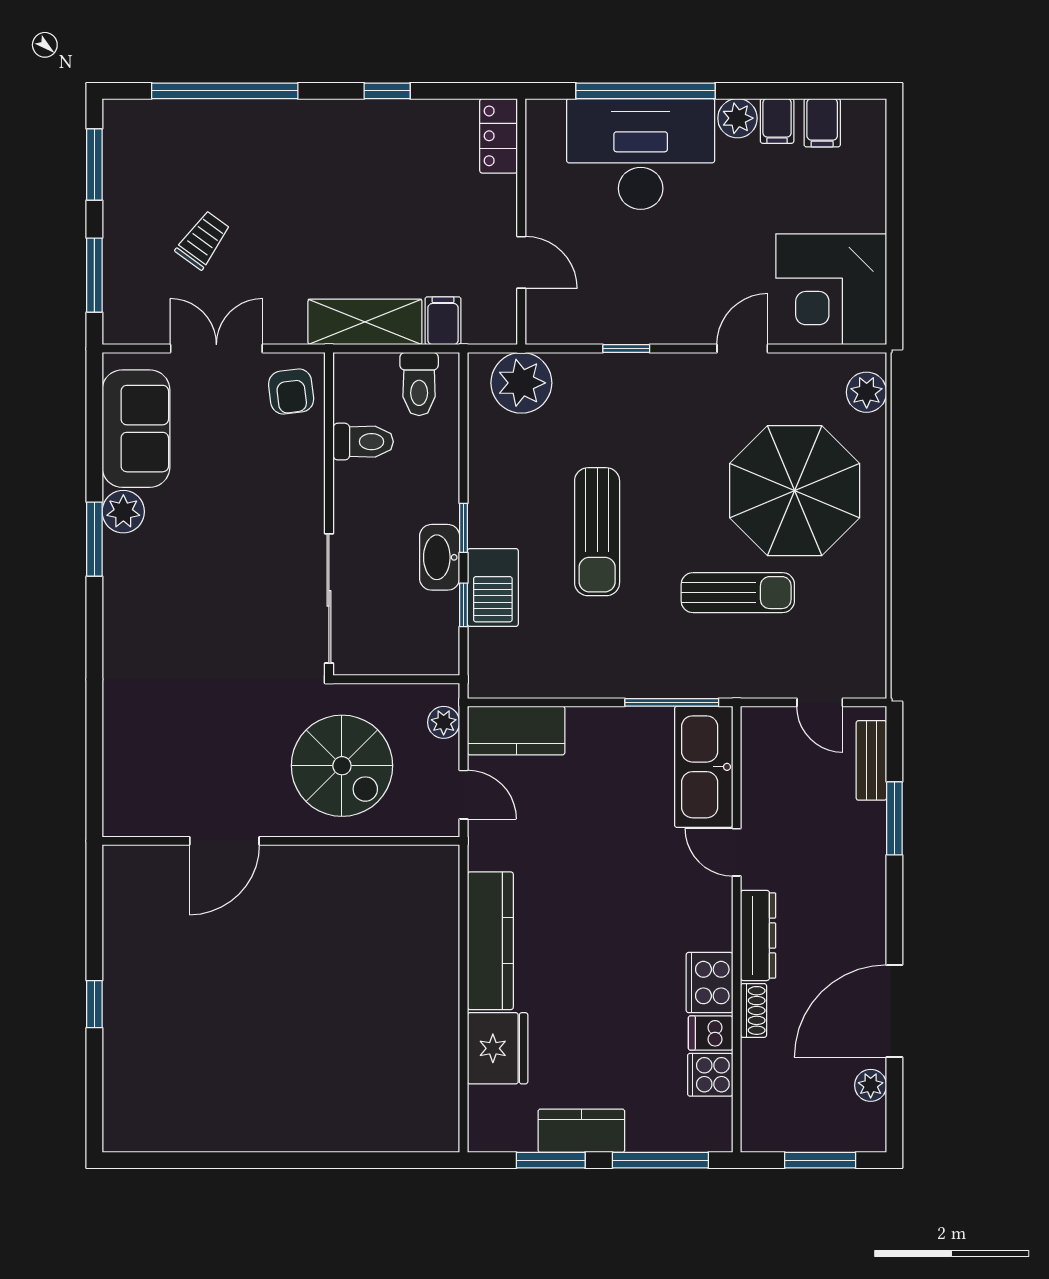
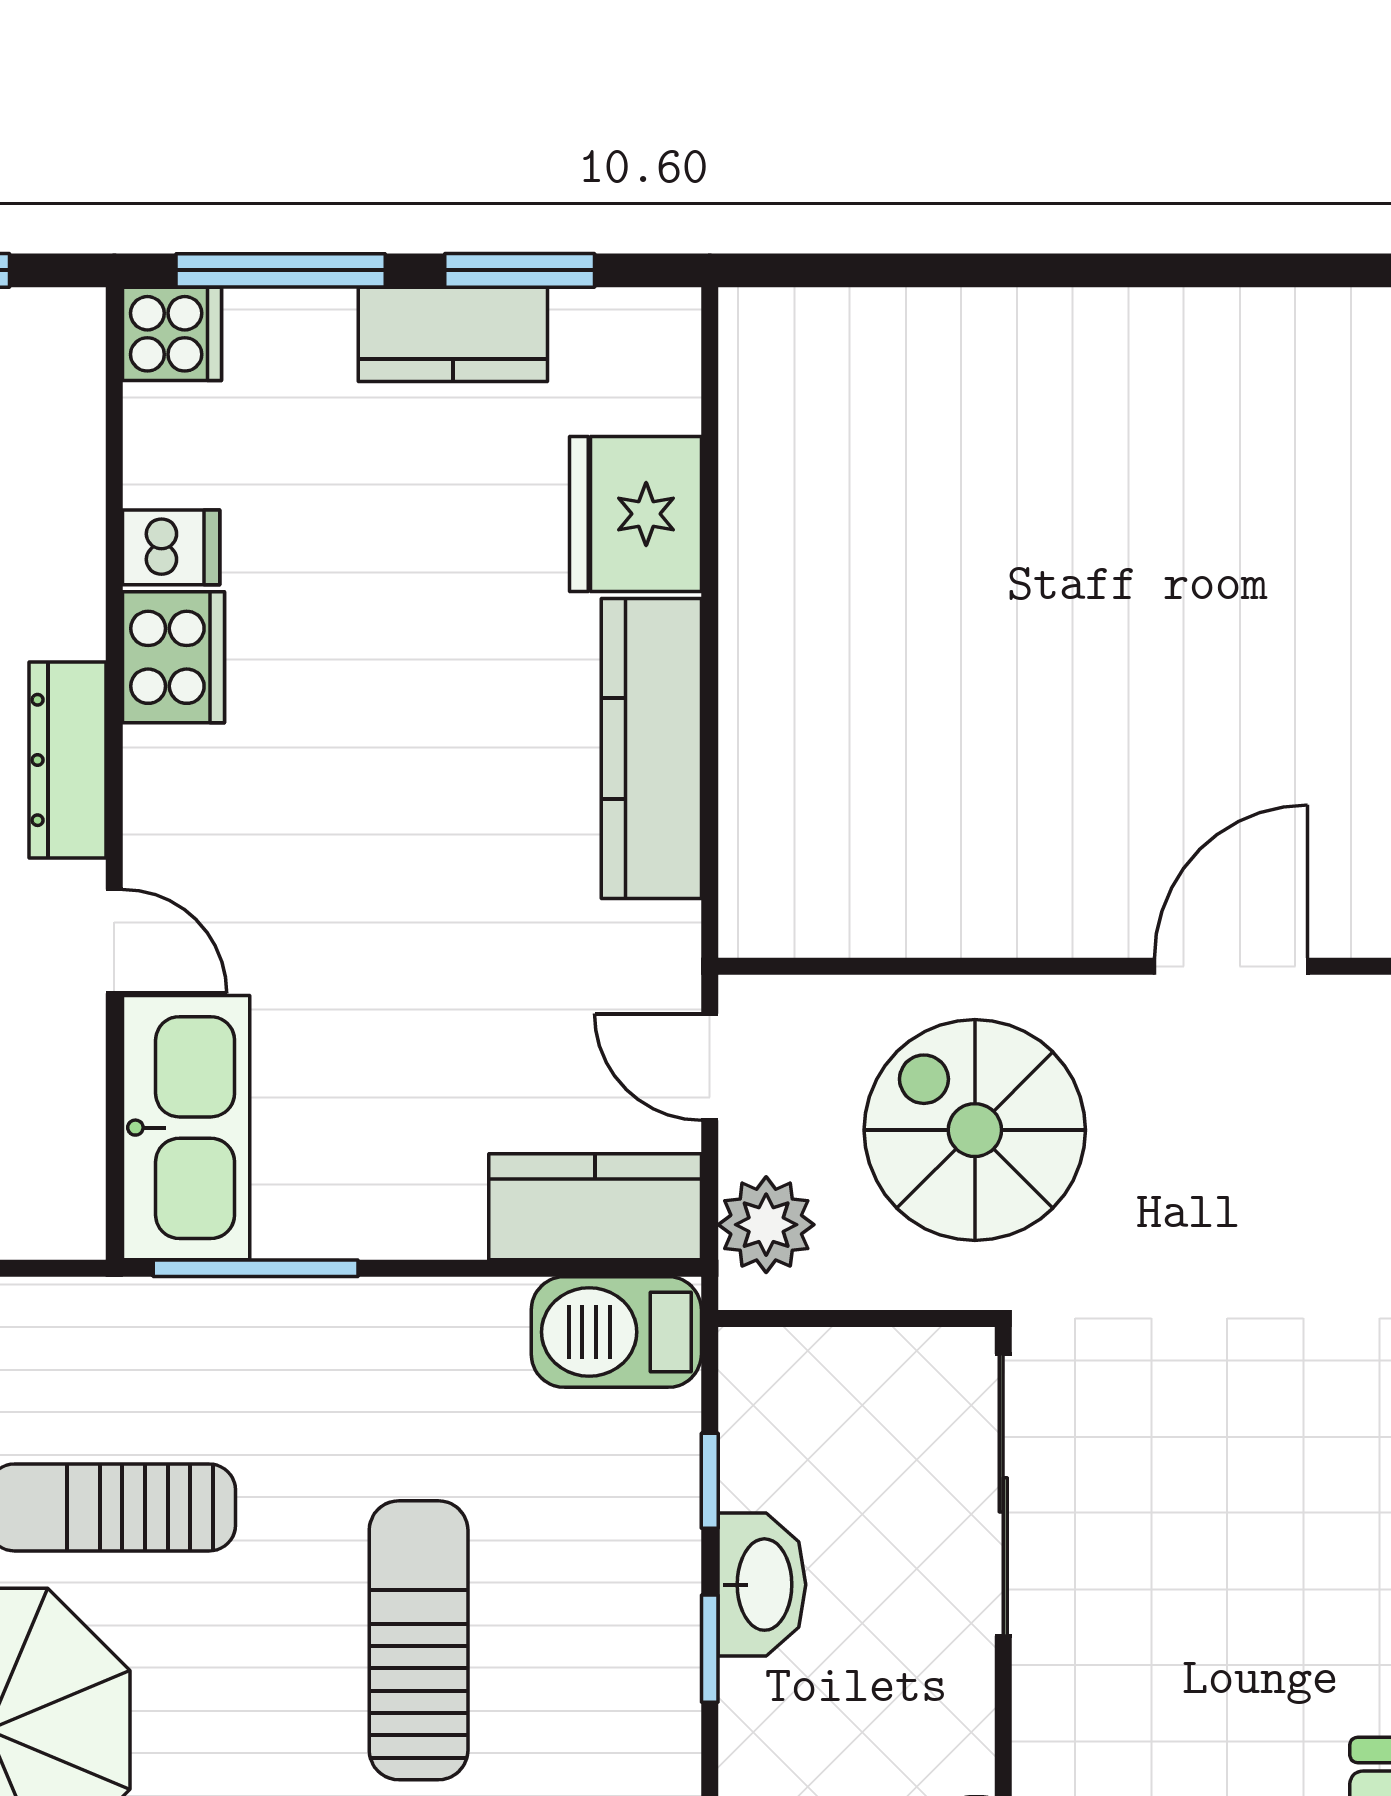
barbecue: (493, 587) -> (616, 1332), moved, turned -90
plant: (444, 722) -> (766, 1225), width x1.38, depth x1.38
shoe rack: (754, 1010) -> (77, 596), removed
cooker: (710, 1075) -> (172, 334), moved

